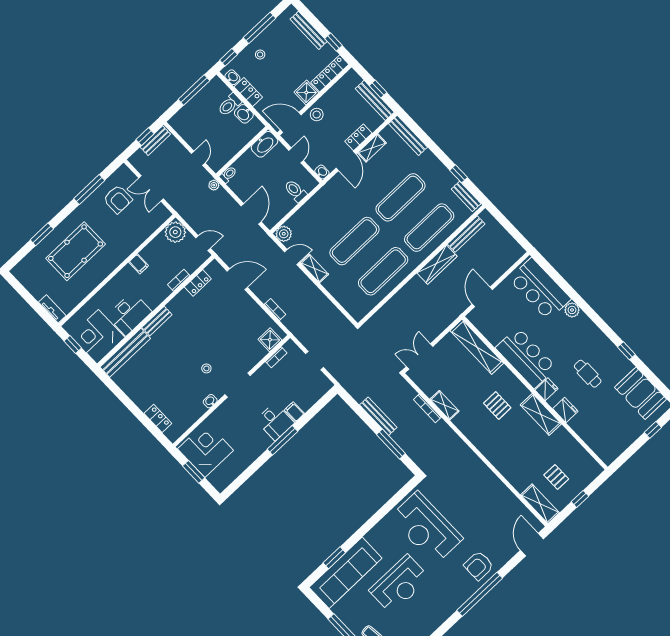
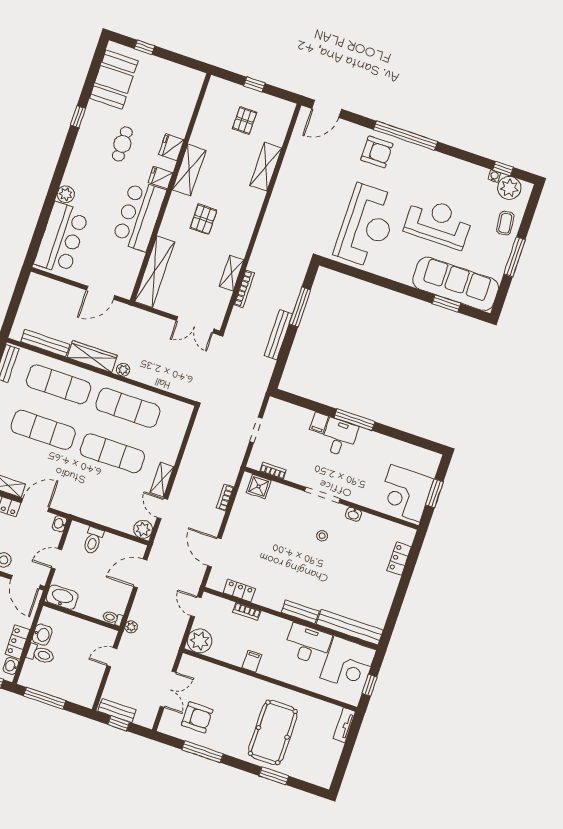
armchair: (118, 199) -> (197, 717), turned 90
pool table: (76, 251) -> (273, 732), turned 90
plant: (414, 283) -> (123, 370), added
shelving: (540, 504) -> (266, 167), moved

